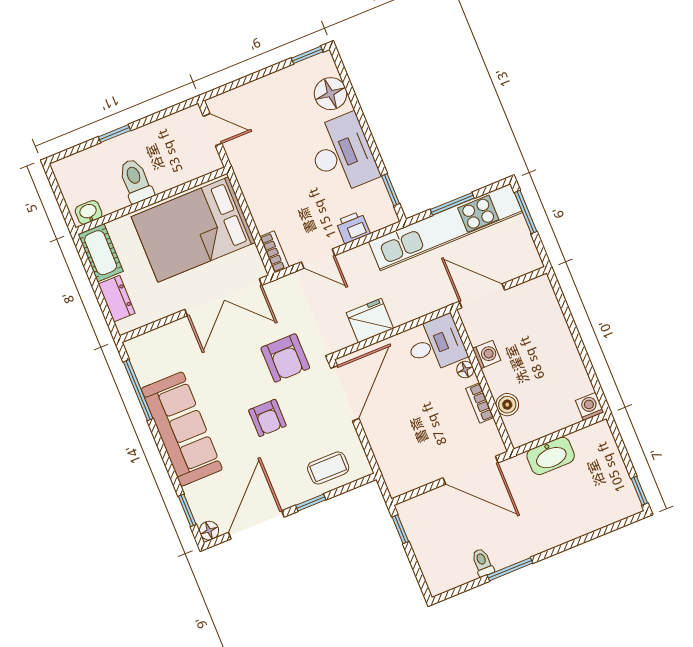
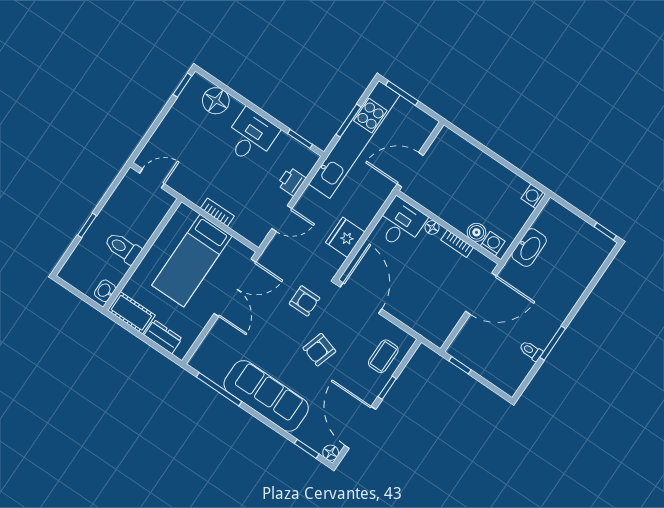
desk: (342, 154) -> (251, 136), width x0.73
bed: (193, 230) -> (192, 261), width x0.67
bookcase: (274, 252) -> (217, 212), moved
washing machine: (487, 354) -> (493, 244), moved
armchair: (285, 358) -> (304, 301), width x0.72, depth x0.72
armchair: (267, 418) -> (319, 350), turned 107

